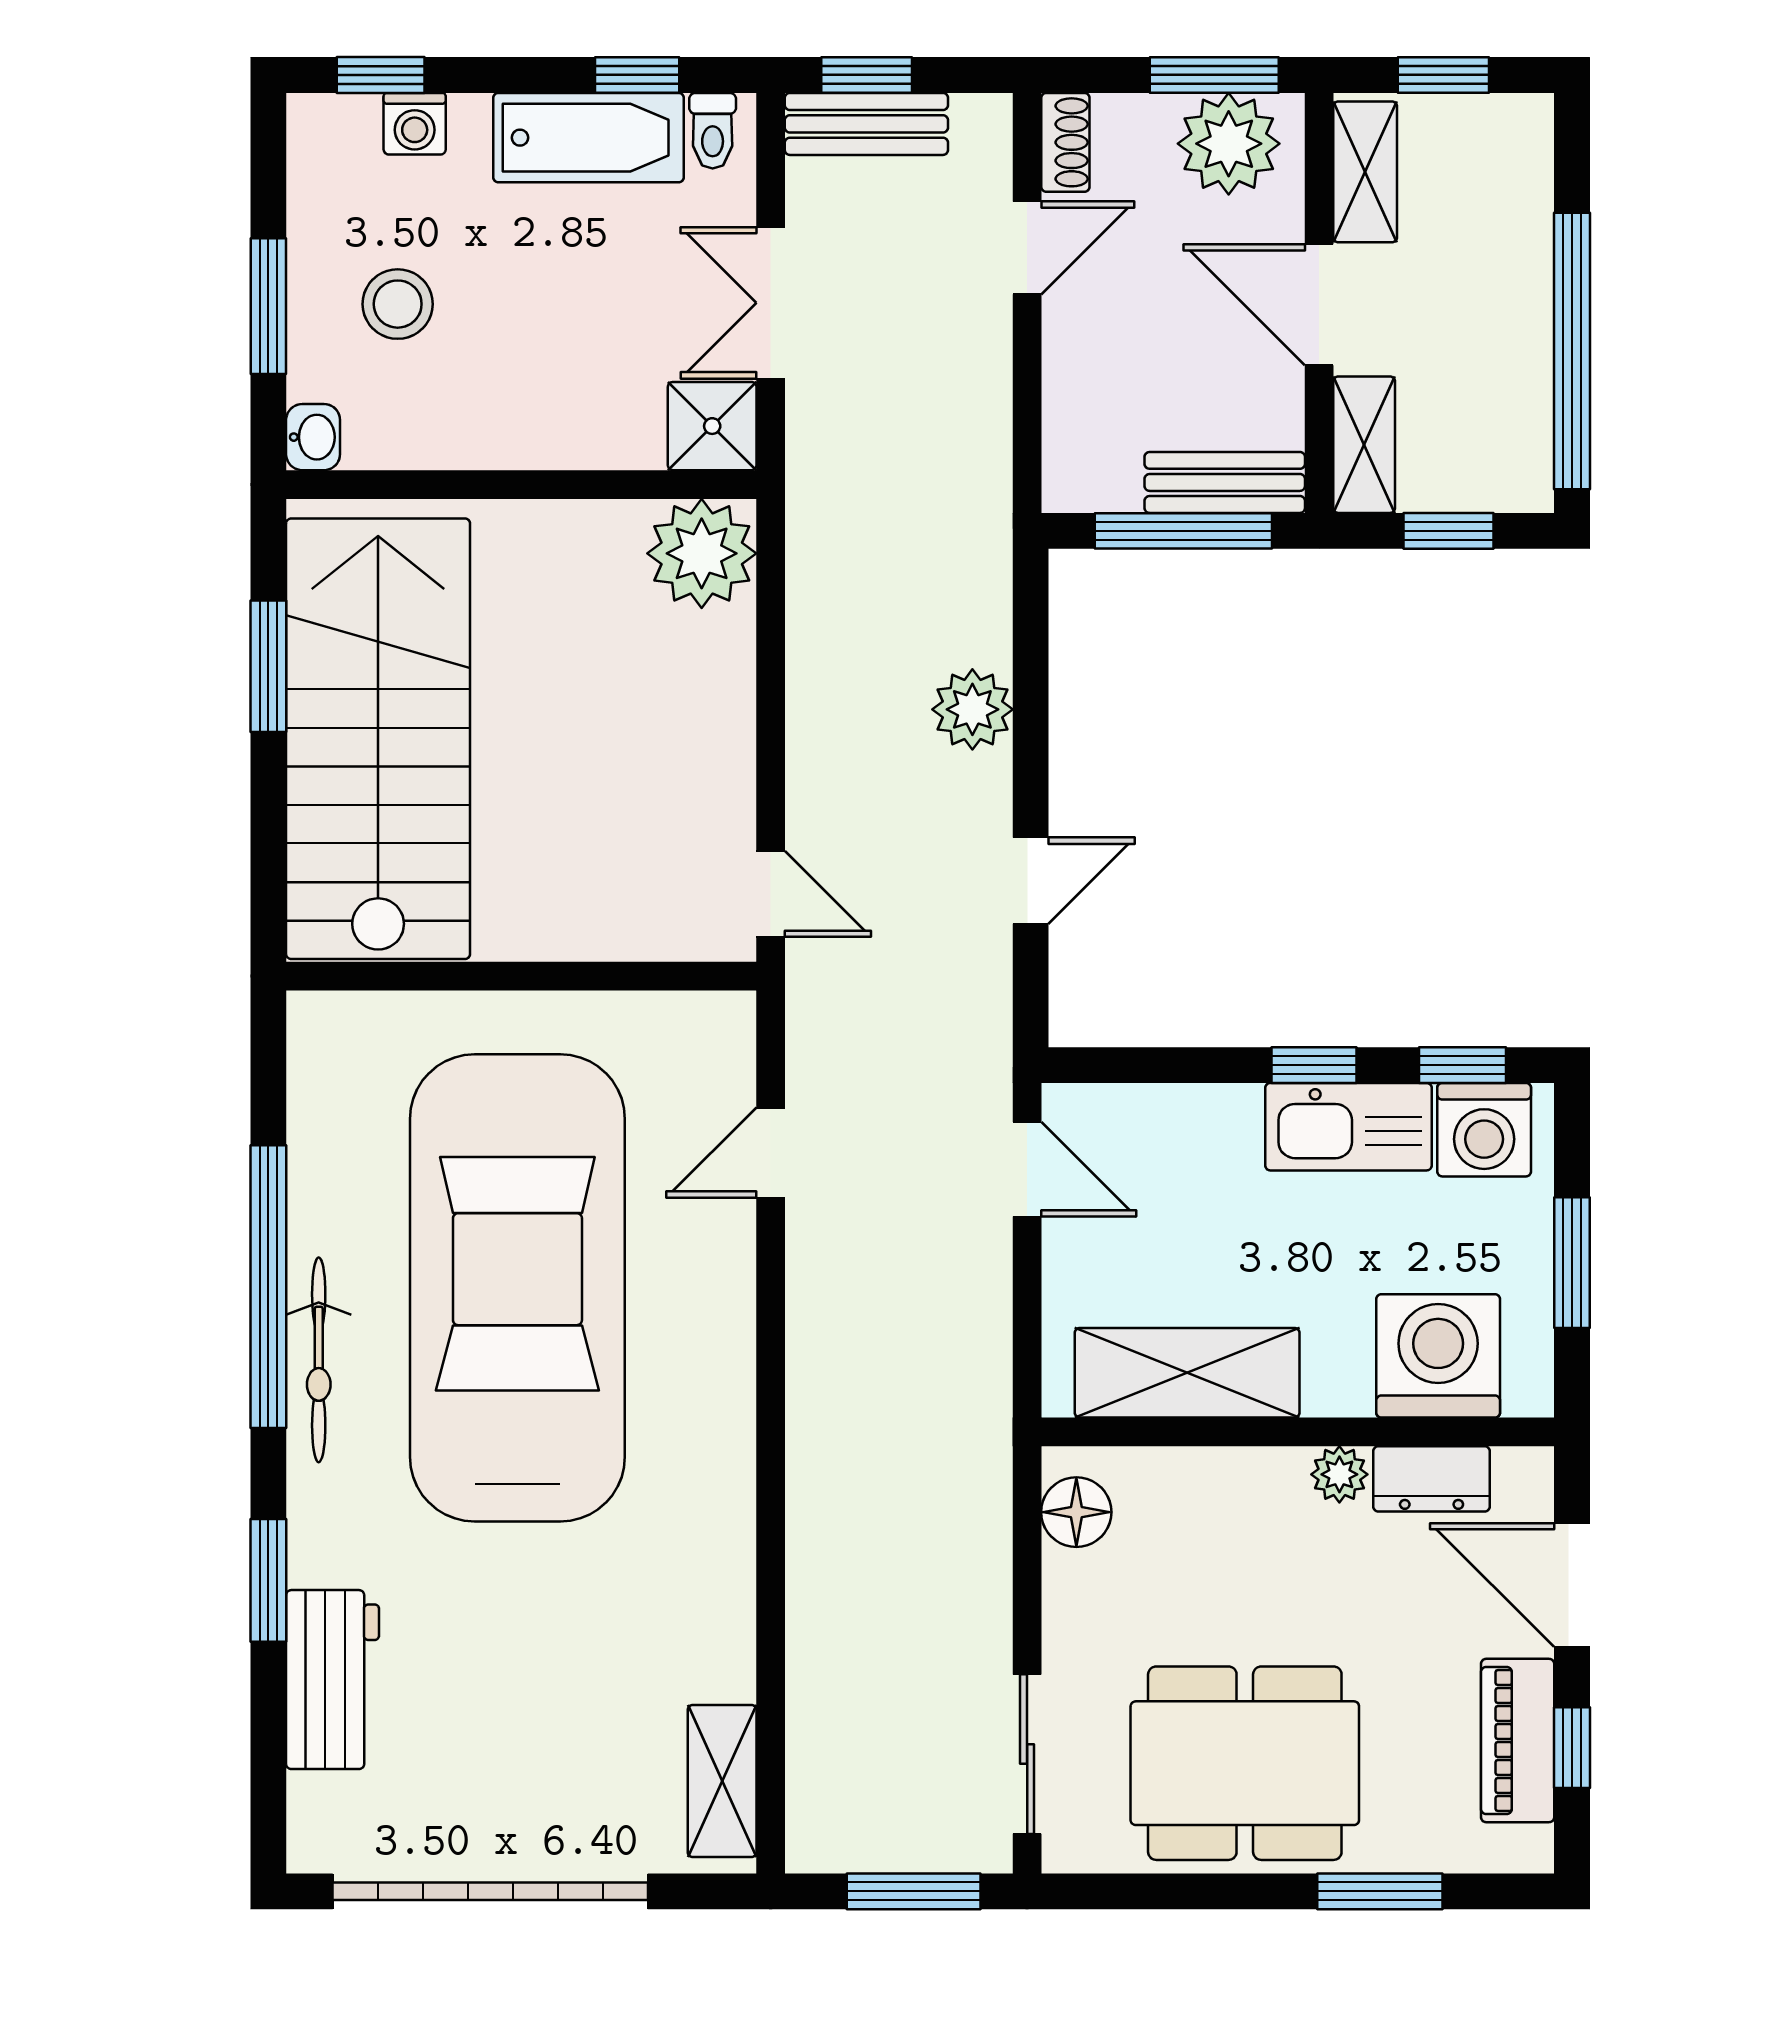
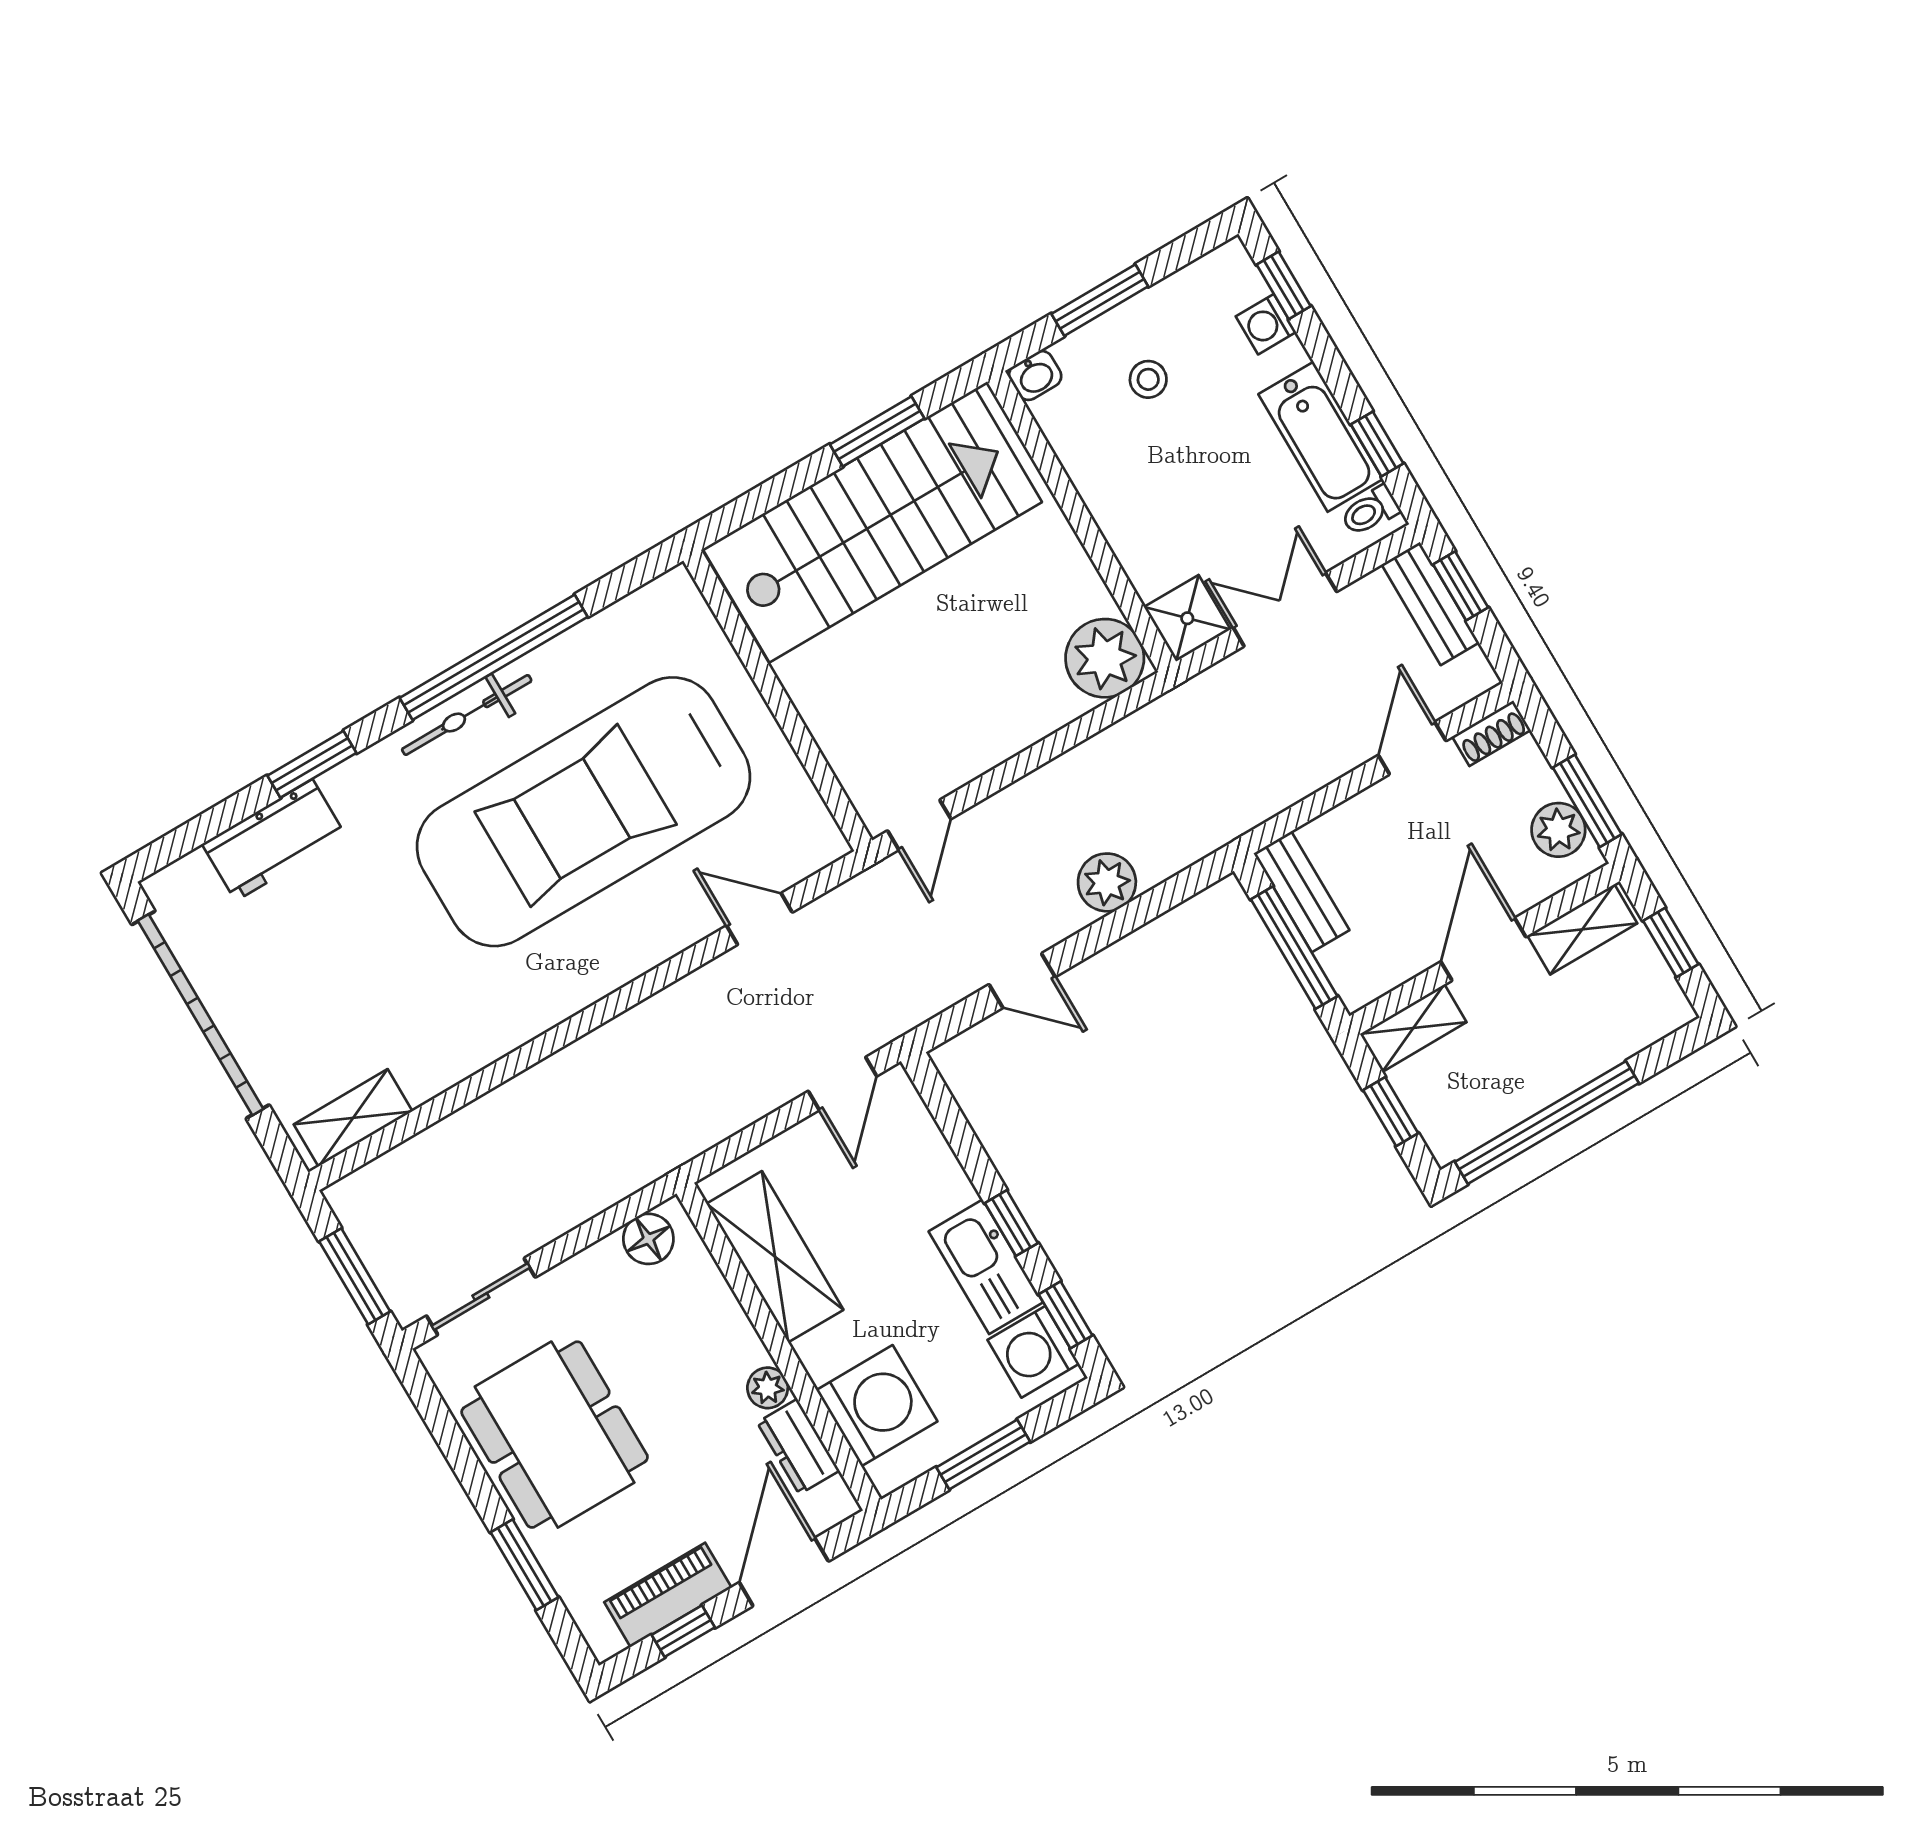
plant: (1229, 144) -> (1558, 830), width x0.73, depth x0.73
door: (1027, 248) -> (1412, 748), swing flipped
stool: (398, 304) -> (1148, 379), width x0.73, depth x0.73
bench: (1225, 482) -> (1301, 892), moved
car: (517, 1288) -> (584, 812), turned 180

